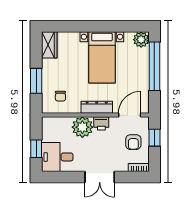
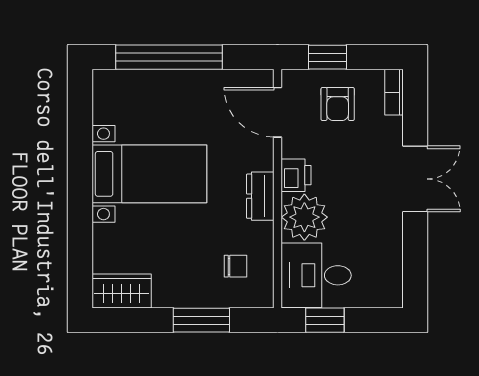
plant: (141, 40) -> (110, 87), removed
dresser: (97, 107) -> (260, 196), width x0.70
armchair: (133, 142) -> (338, 104), turned 90
window: (36, 149) -> (325, 320), moved
desk: (57, 157) -> (316, 275), moved, turned 90

